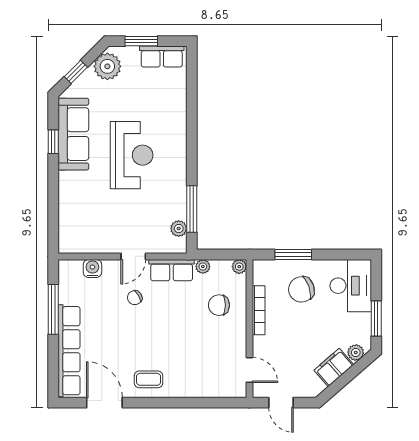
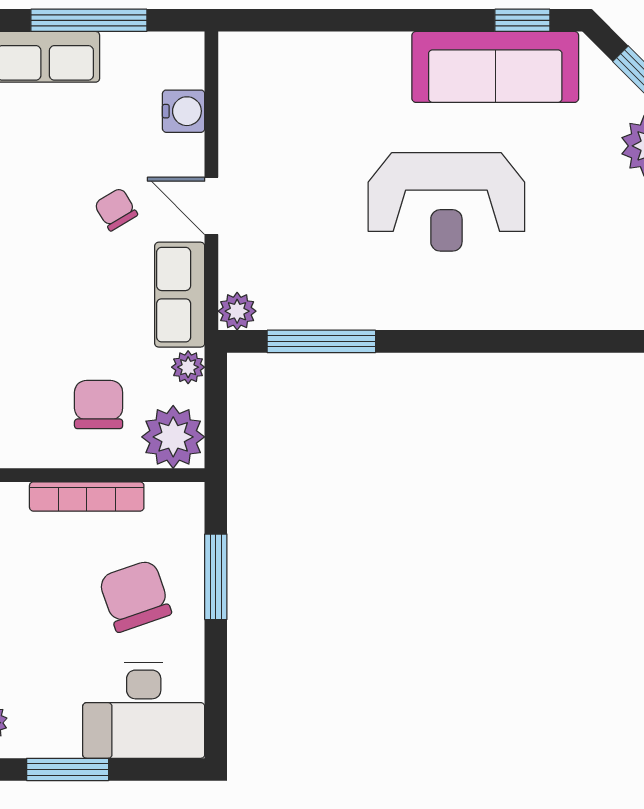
window: (53, 142) -> (522, 20), moved
plant: (179, 229) -> (237, 311), moved
plant: (239, 267) -> (173, 437), width x1.88, depth x1.88

